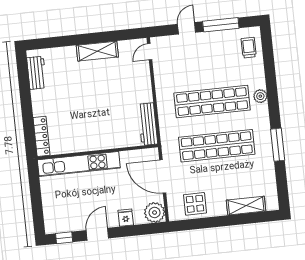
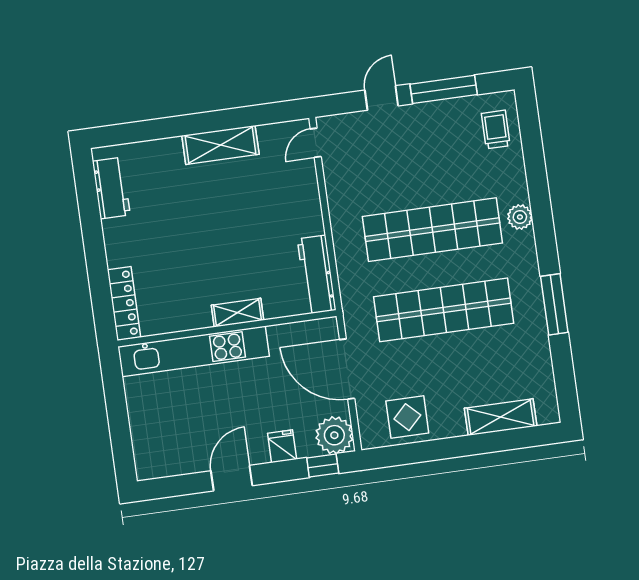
shelving: (104, 143) -> (238, 313), added
window: (64, 238) -> (323, 466), moved

